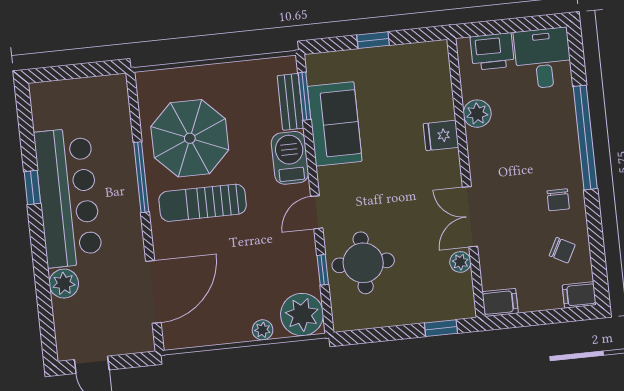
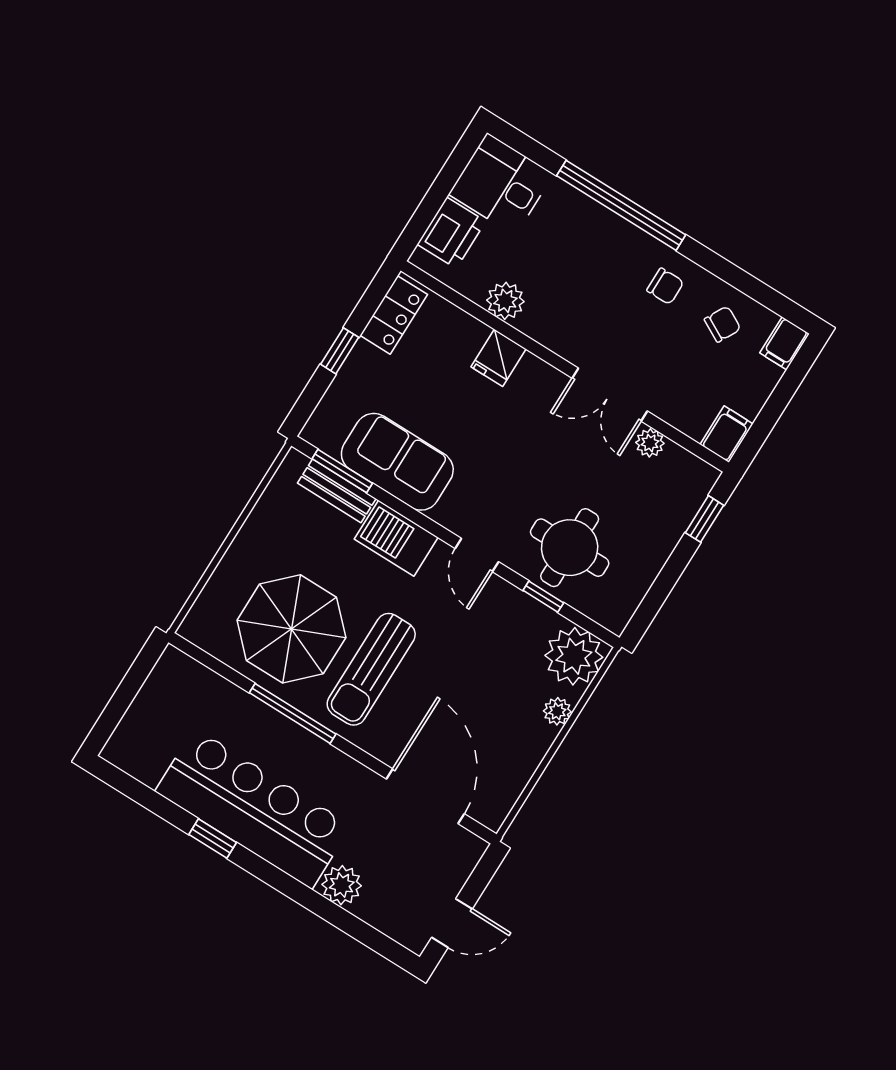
locker: (418, 55) -> (394, 315), added

